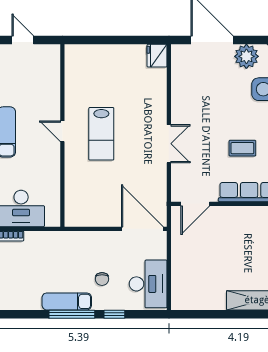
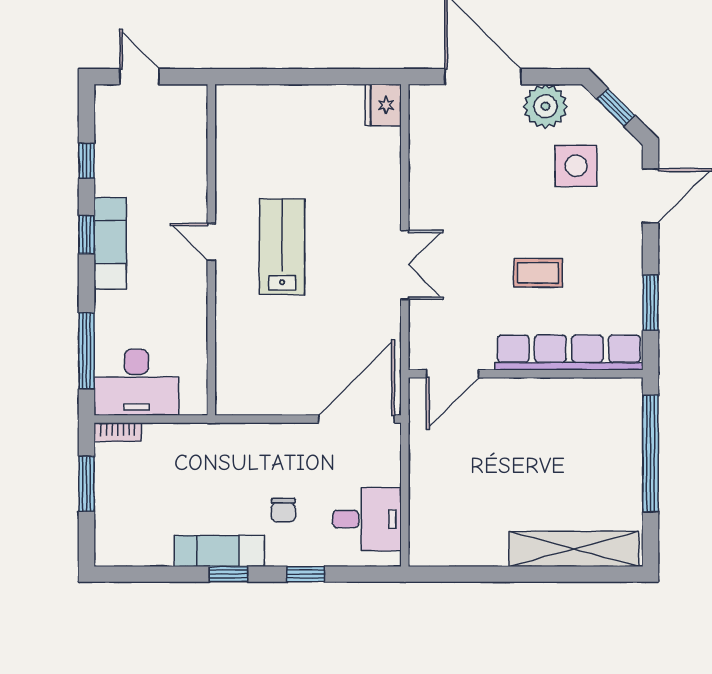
lab bench: (101, 134) -> (282, 247), turned 180
door: (142, 229) -> (356, 419), hinge flipped
desk: (148, 284) -> (367, 519), width x0.73
window: (72, 314) -> (229, 574), width x0.46

